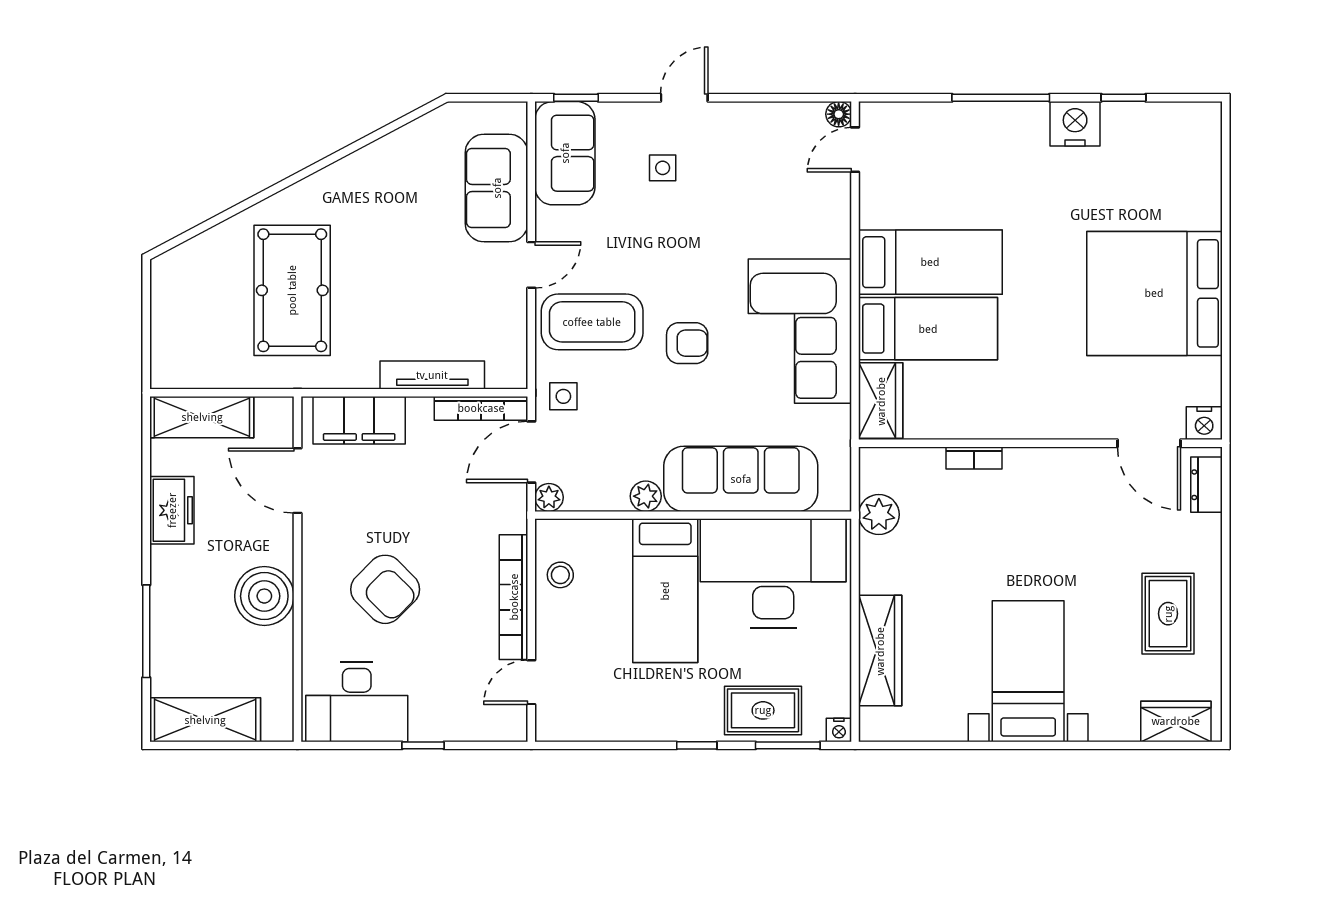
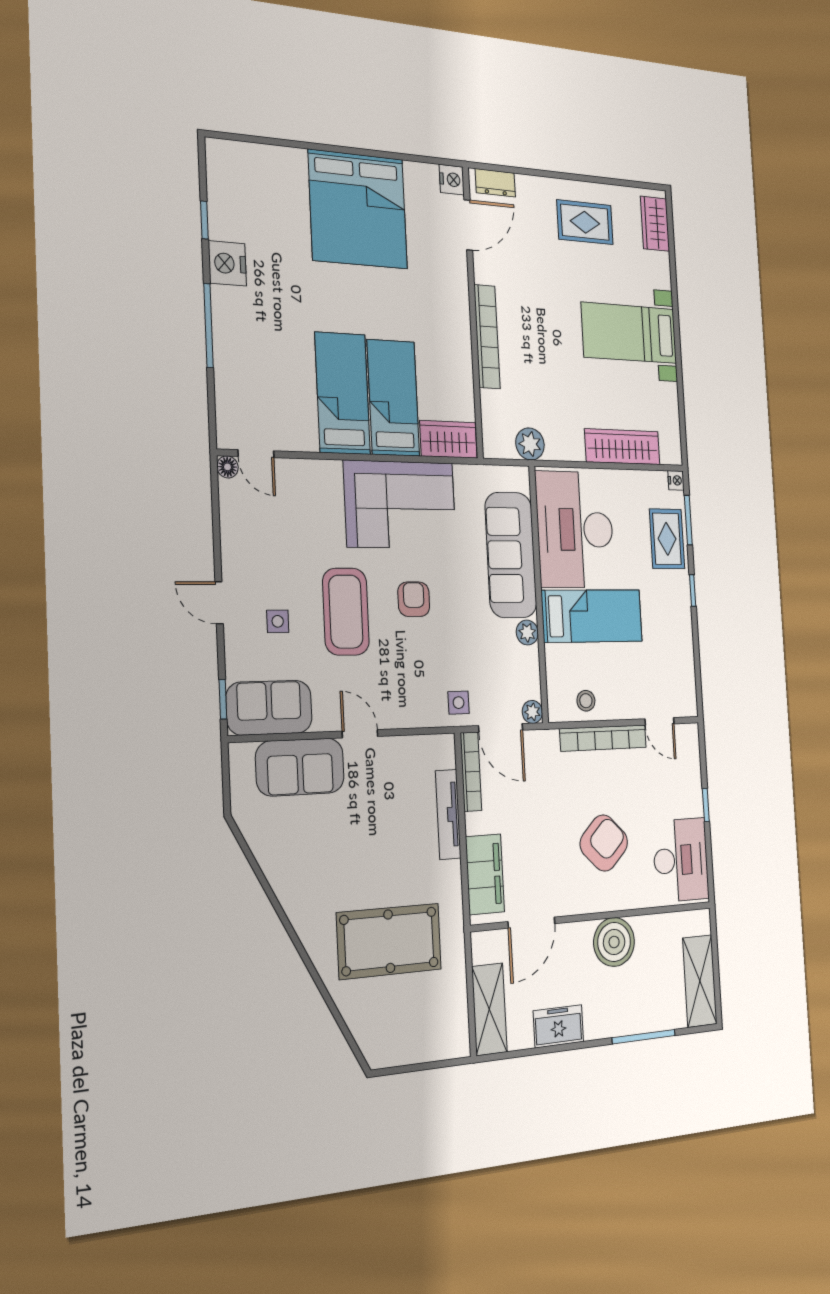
coffee table: (592, 322) -> (346, 612), moved
bookcase: (974, 458) -> (487, 337), width x2.31, depth x1.31

